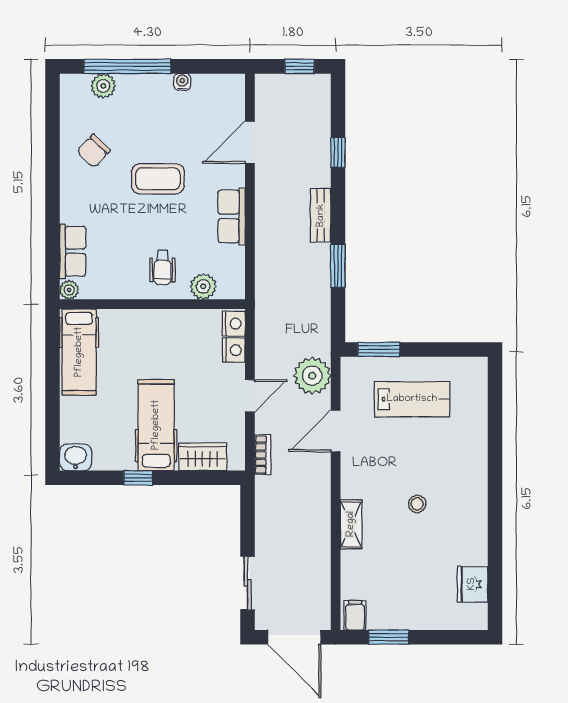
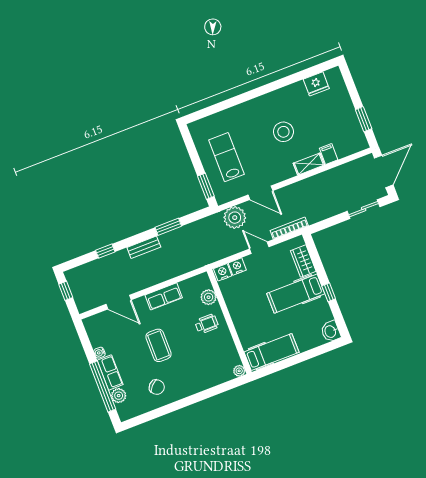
row of seats: (73, 251) -> (110, 372), moved, turned 90
bookcase: (263, 455) -> (289, 228), width x1.56
stool: (417, 504) -> (283, 132), width x1.89, depth x1.89
filing cabinet: (355, 615) -> (329, 154), moved, turned 90

